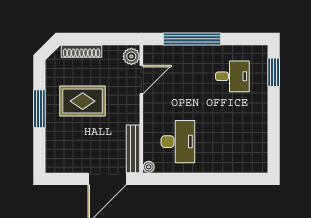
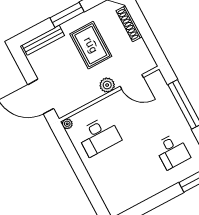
plant: (131, 56) -> (107, 85), moved
bench: (133, 149) -> (43, 40), moved

